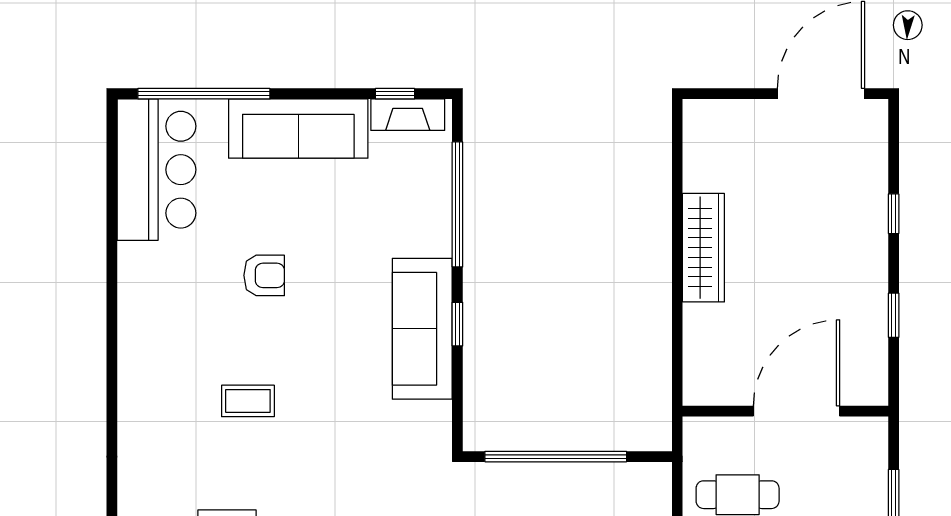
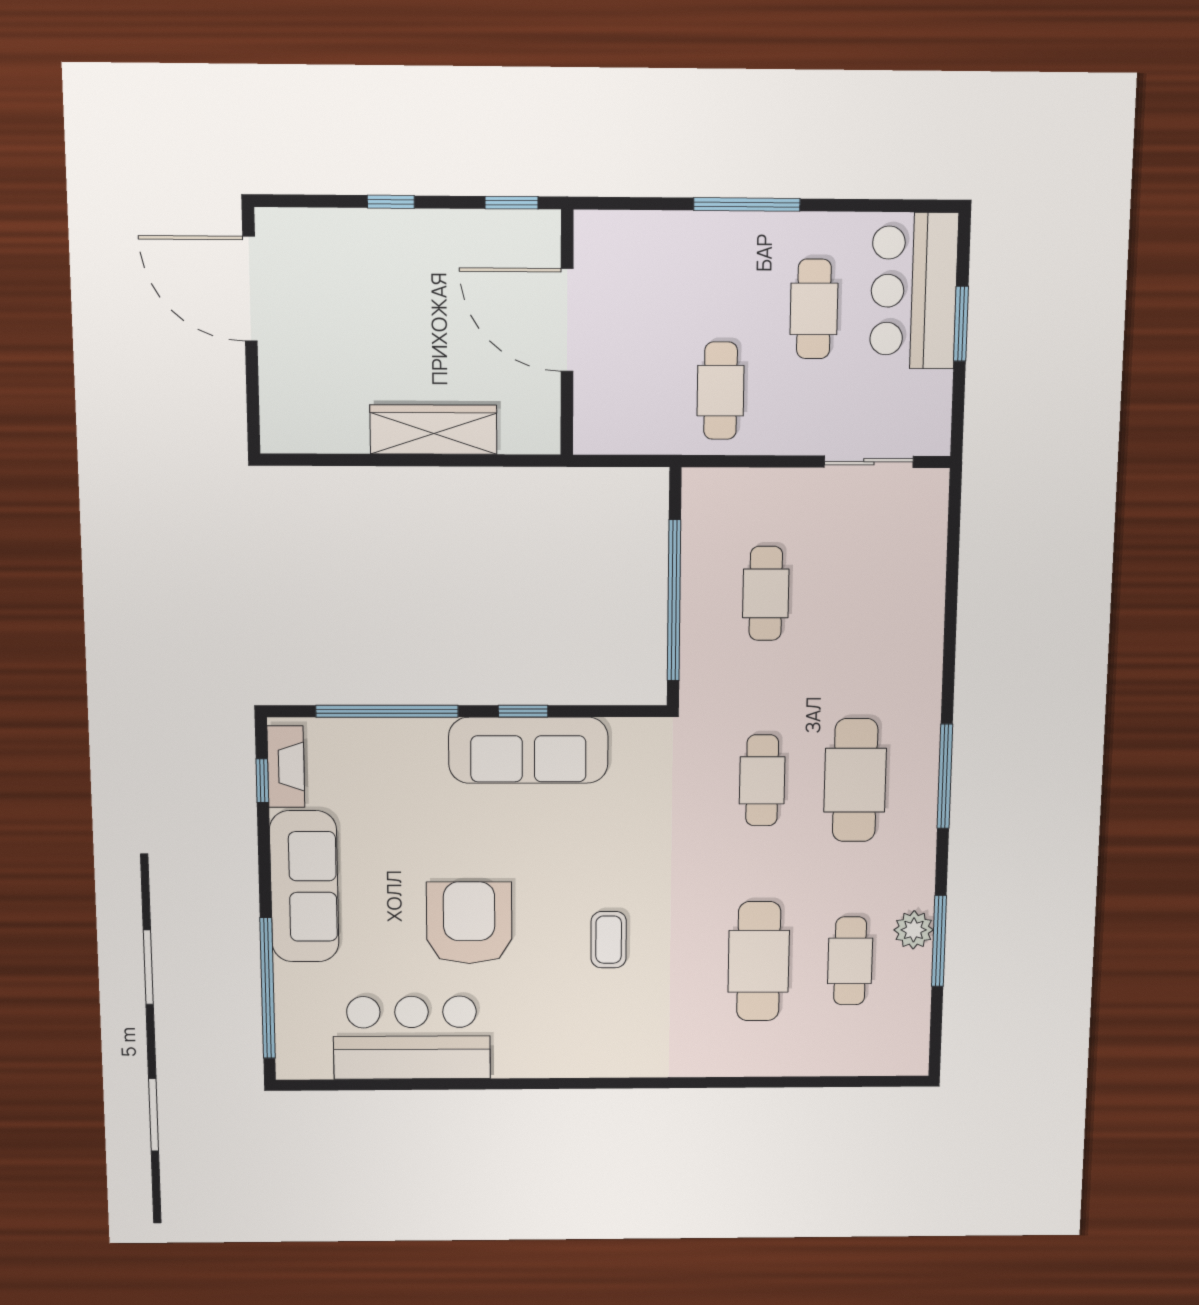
bar counter: (156, 170) -> (412, 1038), moved
armchair: (264, 275) -> (469, 923), width x1.88, depth x1.88
wall: (785, 411) -> (567, 333), moved
door: (797, 411) -> (567, 320), moved

